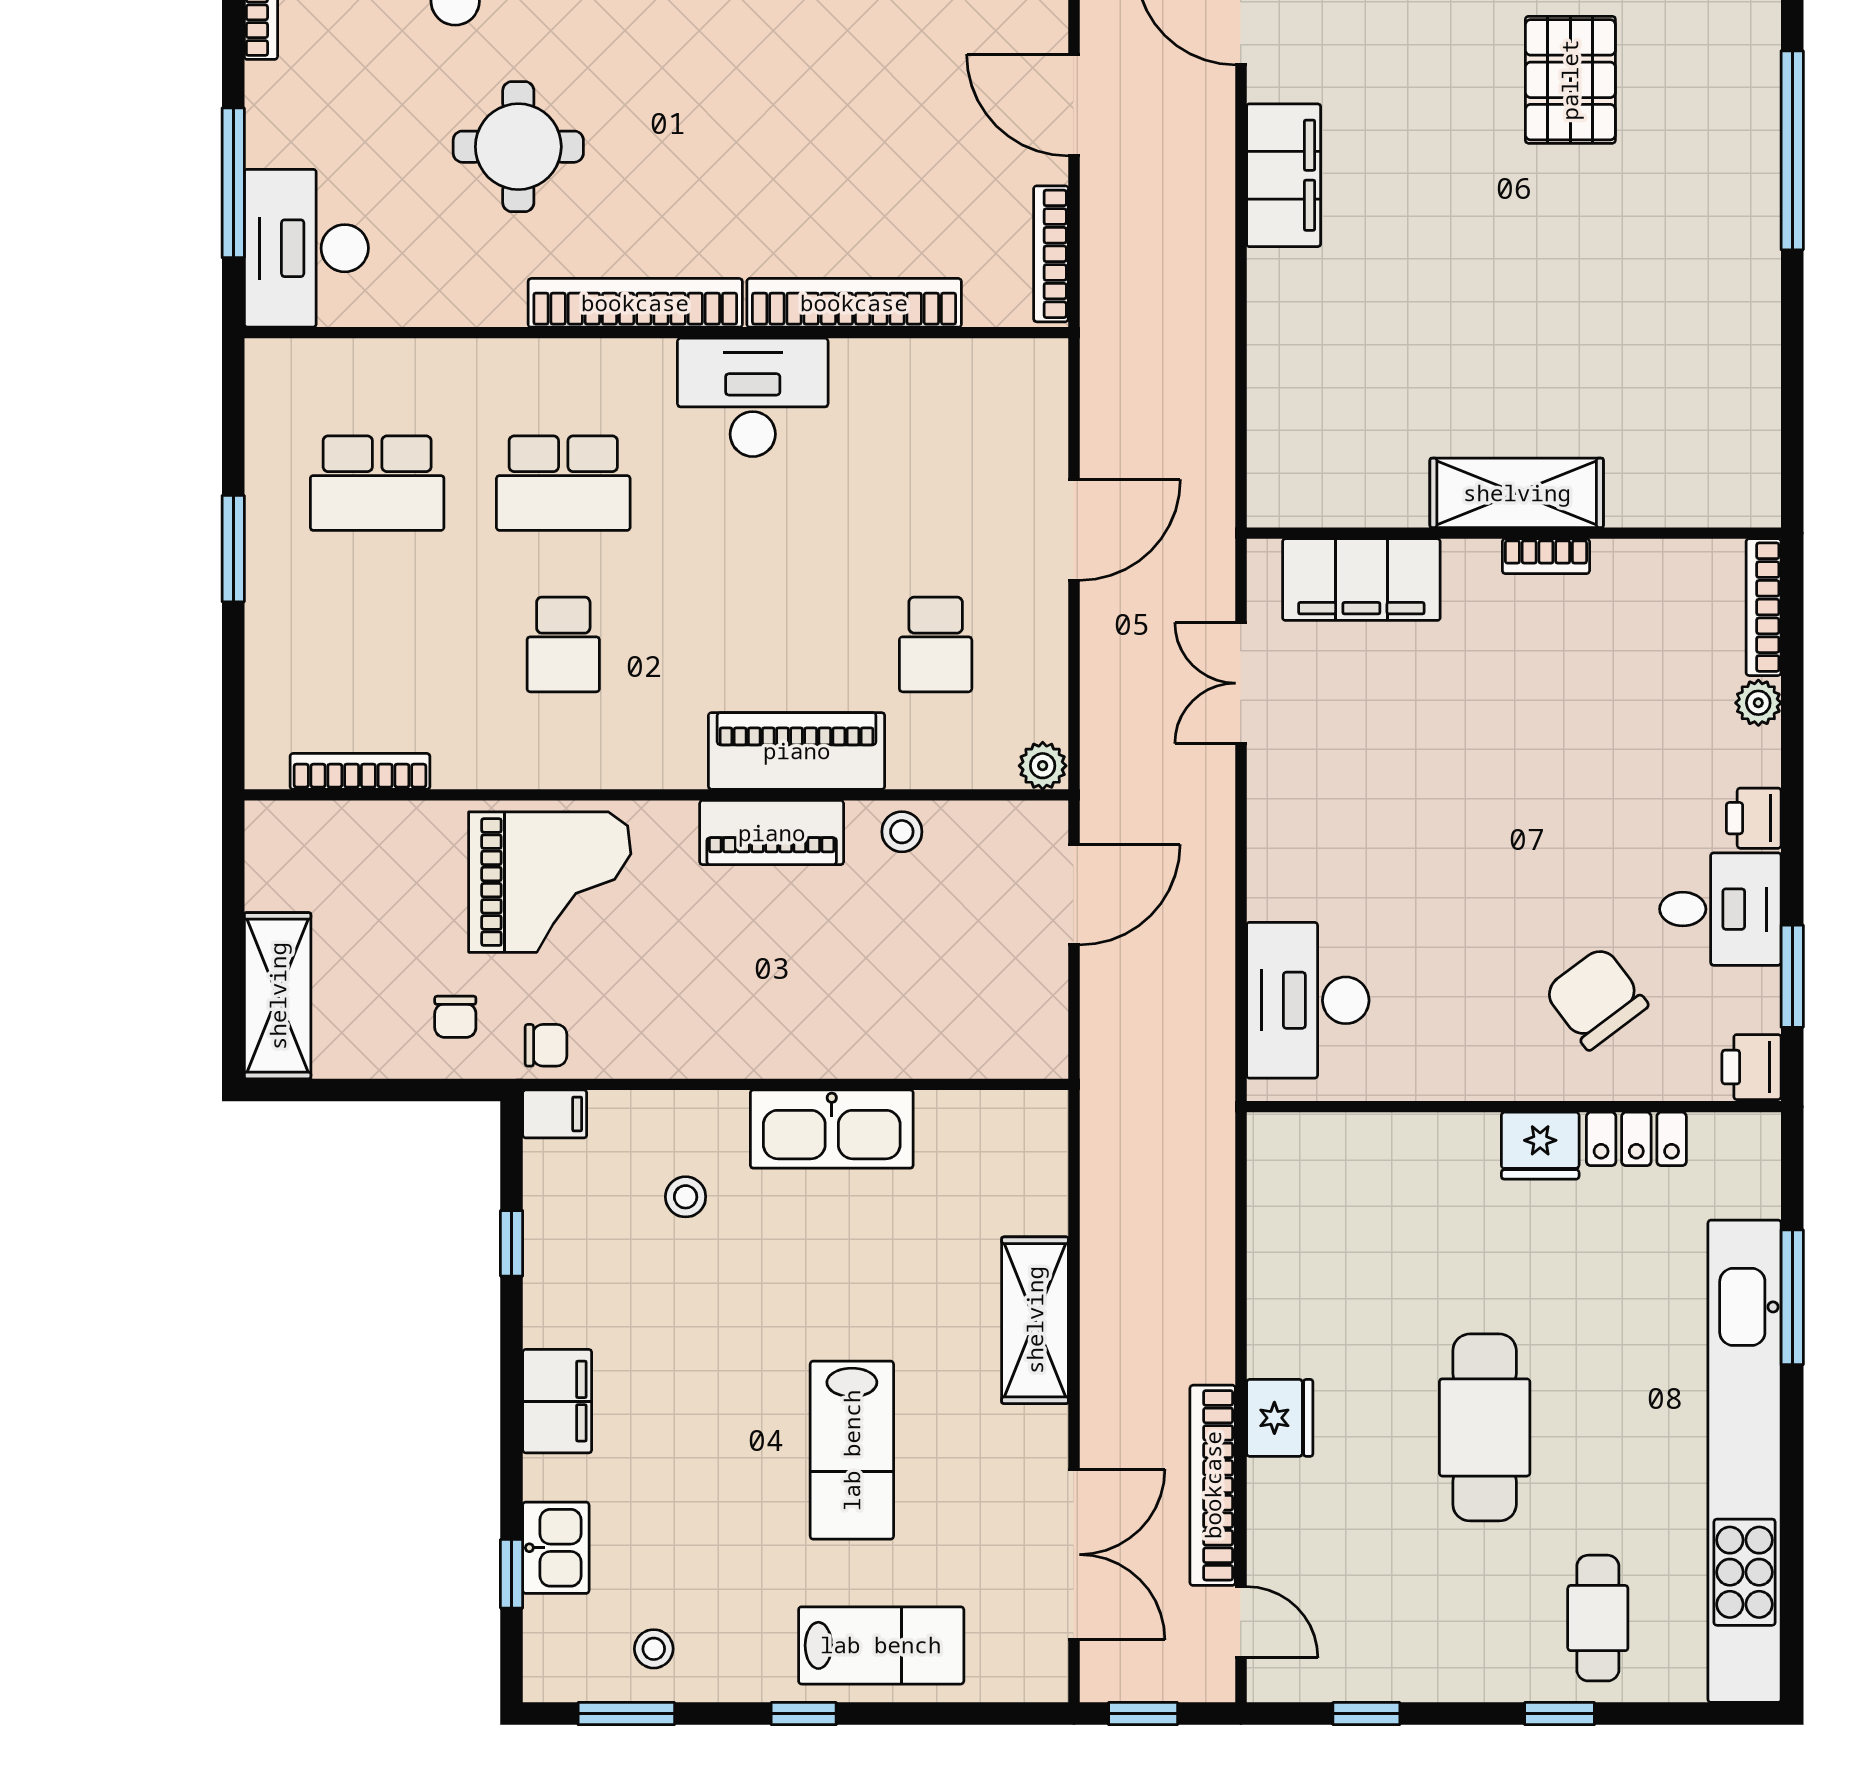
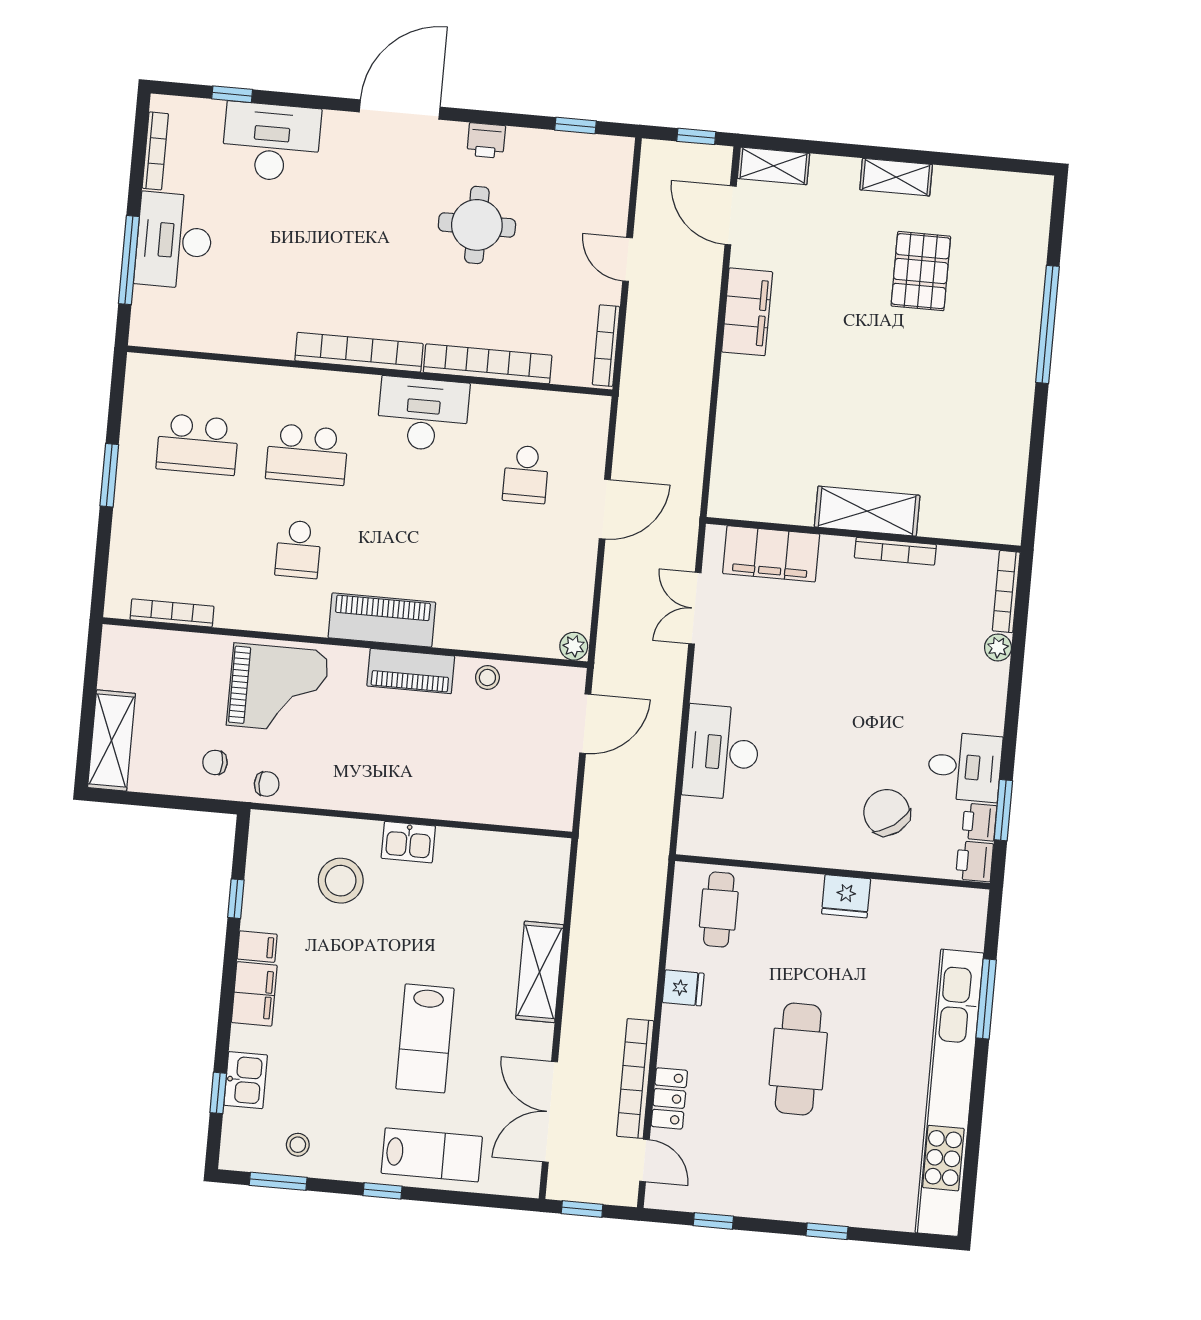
door: (1074, 105) -> (628, 259), width x0.73
round table: (518, 147) -> (477, 225), moved
desk: (306, 248) -> (174, 241), moved
bookcase: (1546, 556) -> (895, 551), width x1.56
school desk: (936, 644) -> (526, 474), moved
piano: (797, 751) -> (382, 620), moved
printer: (1754, 818) -> (979, 822), moved
desk: (1308, 1000) -> (721, 752), moved
chair: (455, 1017) -> (215, 762), turned 90
filing cabinet: (555, 1114) -> (257, 947), moved
kitchen sink: (832, 1129) -> (408, 842), width x0.53, depth x0.81
locker: (1636, 1139) -> (669, 1098), moved, turned -90
stool: (686, 1197) -> (341, 881), width x1.89, depth x1.89
fridge: (1280, 1418) -> (683, 988), moved, width x0.72
double door: (1074, 1555) -> (550, 1112), swing flipped
cafe table: (1598, 1618) -> (719, 909), moved

